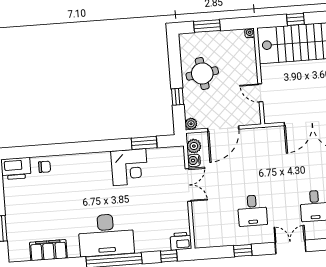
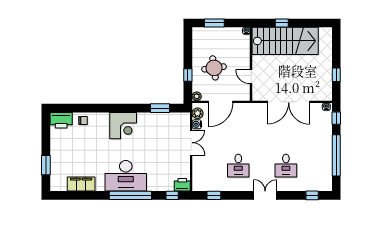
round table: (202, 73) -> (214, 68), moved
corner desk: (129, 167) -> (123, 126), moved
window: (243, 251) -> (214, 195), moved

